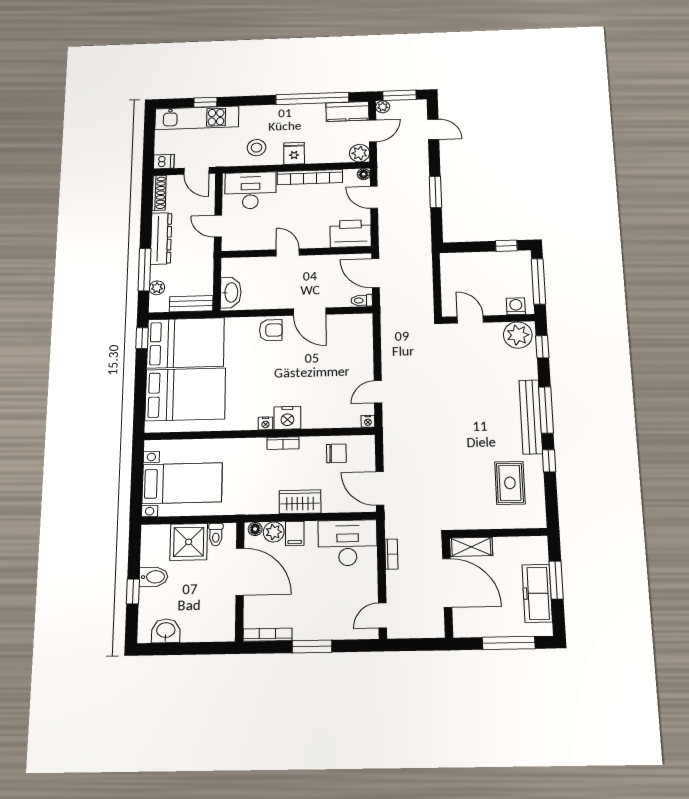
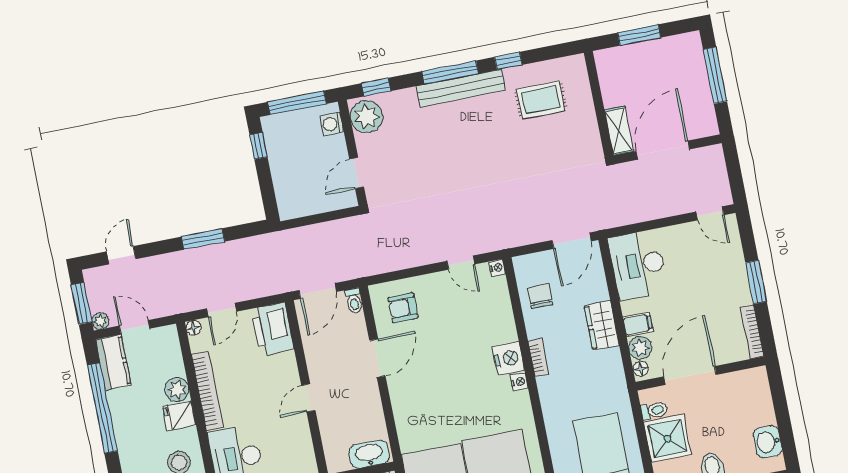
plant: (359, 153) -> (177, 390), moved
armchair: (271, 330) -> (403, 308), moved, turned -90
bookcase: (391, 554) -> (642, 215), removed
freezer: (537, 593) -> (657, 53), removed

